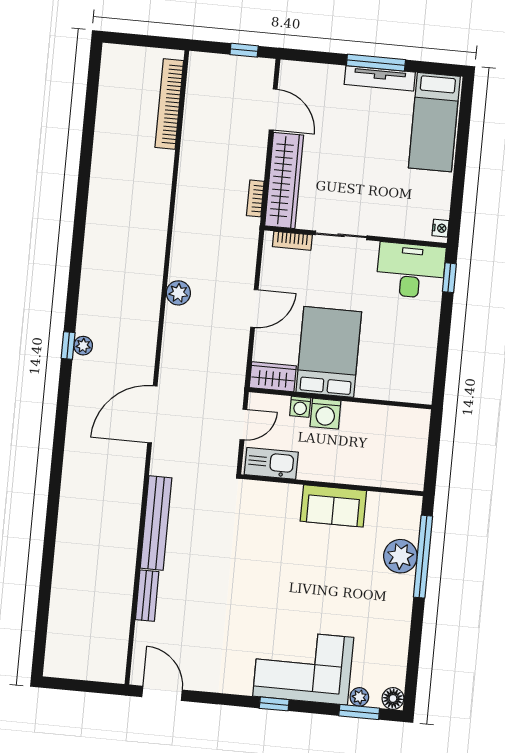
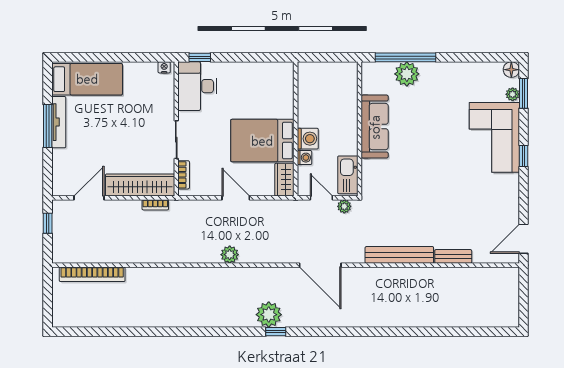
plant: (83, 346) -> (269, 315), width x1.88, depth x1.88
plant: (229, 454) -> (344, 206), added
sofa: (333, 506) -> (375, 127), width x1.36

